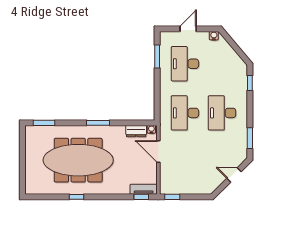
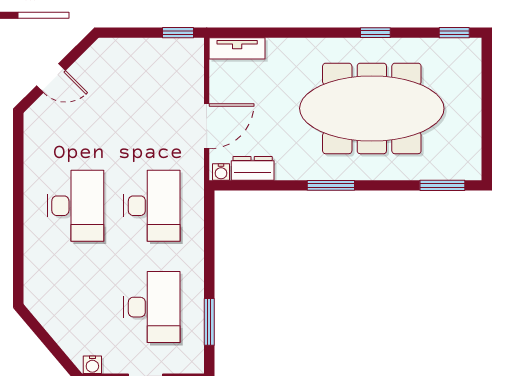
window: (250, 83) -> (18, 268), removed
window: (250, 138) -> (18, 154), removed
door: (158, 152) -> (207, 126), hinge flipped
window: (141, 197) -> (454, 33), moved

